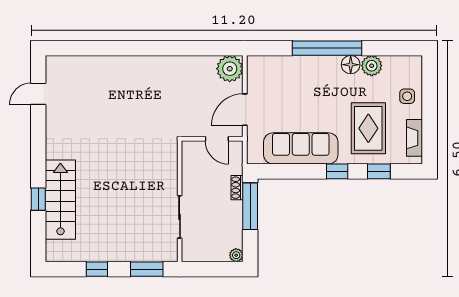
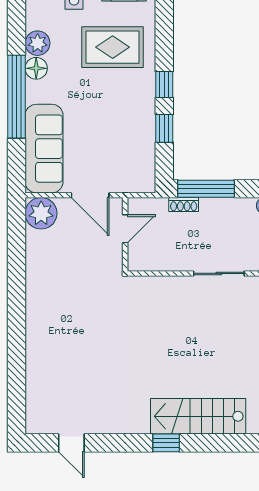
sofa: (301, 148) -> (44, 149), moved, turned 180
window: (379, 171) -> (164, 128), moved
window: (38, 199) -> (166, 443), moved

